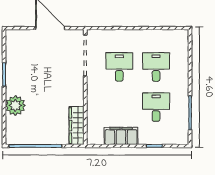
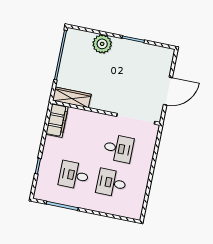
desk: (156, 67) -> (111, 183), turned 180
desk: (156, 107) -> (74, 175), turned 180
filing cabinet: (121, 136) -> (57, 120), moved

